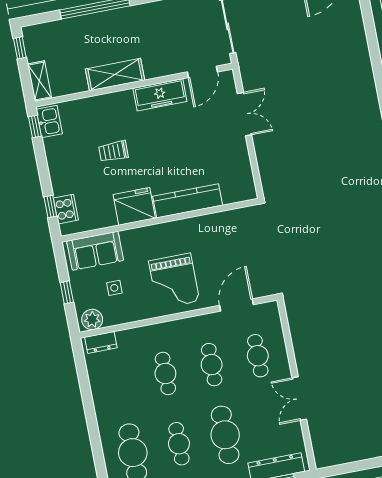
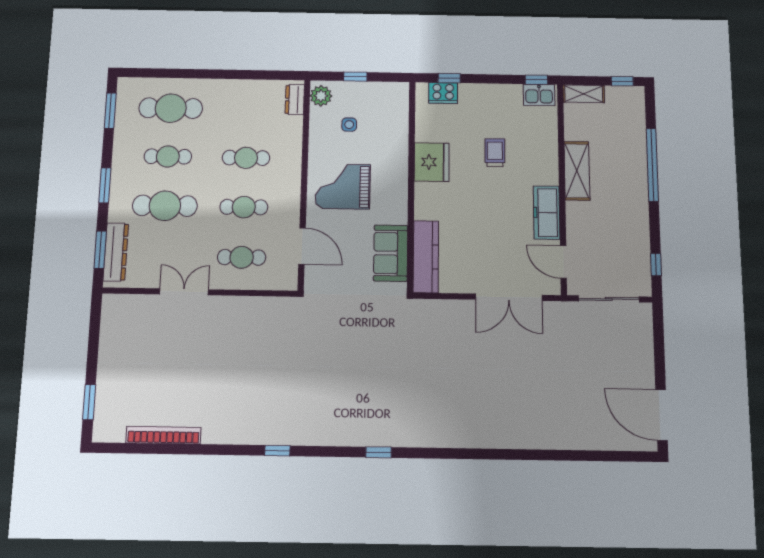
double door: (244, 114) -> (509, 297), width x1.37
kitchen counter: (188, 201) -> (426, 257), moved
sofa: (95, 251) -> (391, 253), moved

